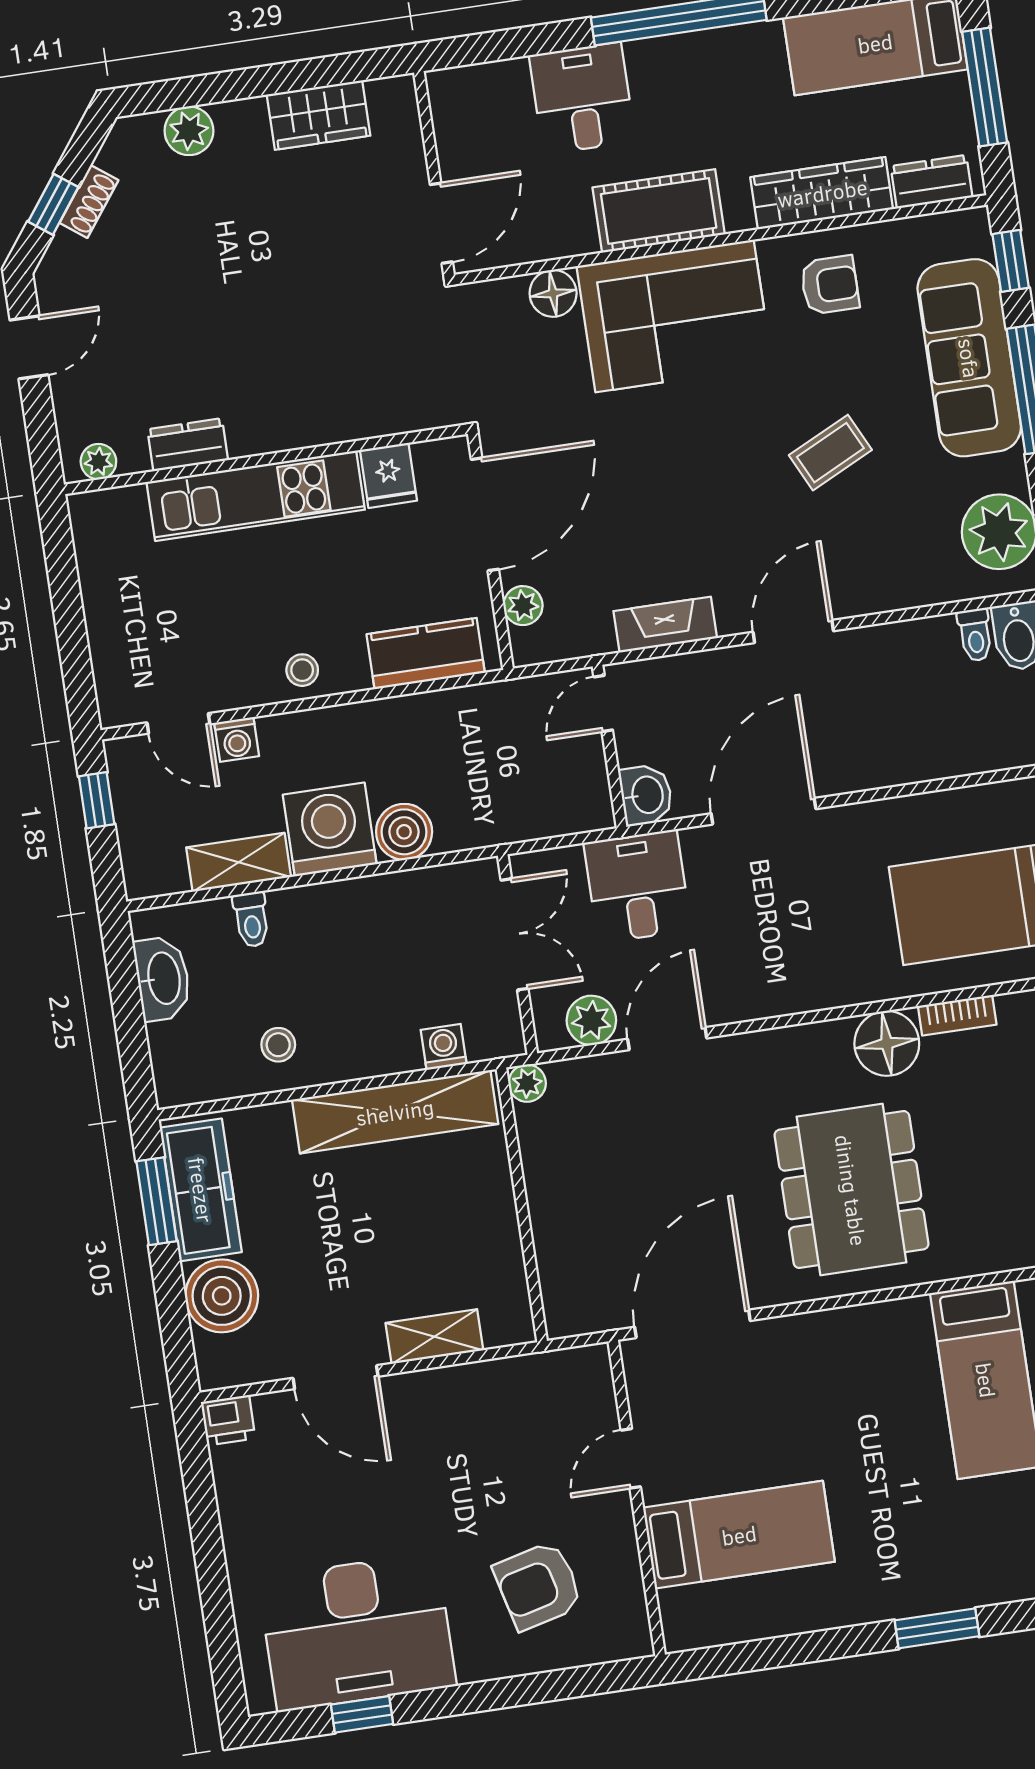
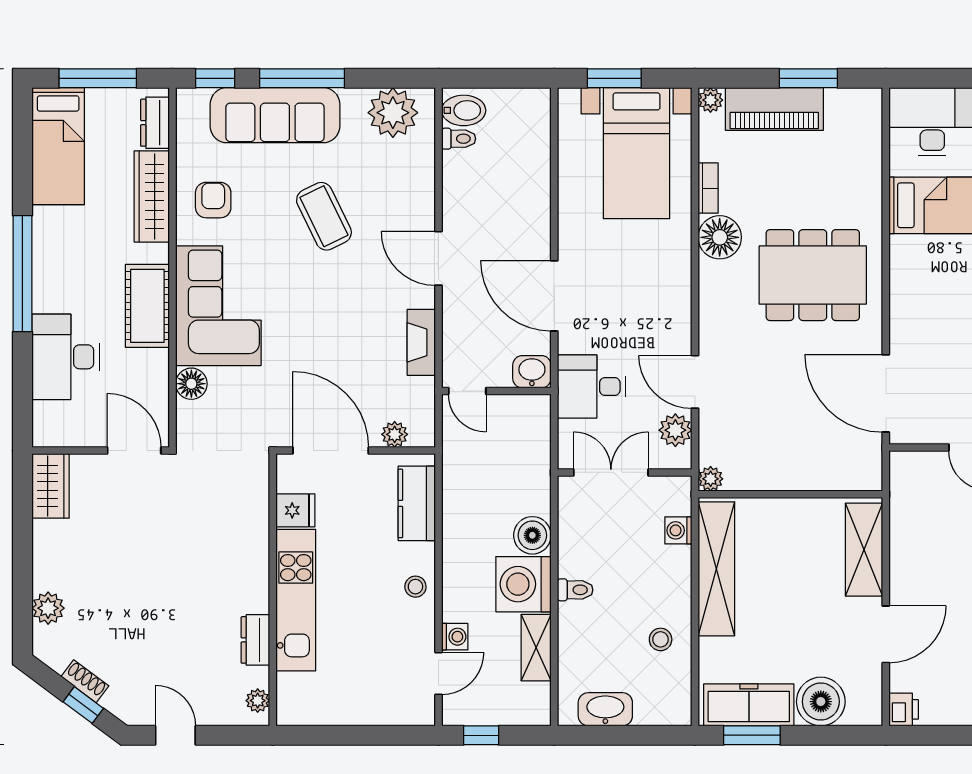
desk: (582, 98) -> (65, 357), width x1.37
wardrobe: (319, 115) -> (51, 486), moved
coffee table: (830, 453) -> (324, 216), width x1.36, depth x1.30
toilet: (251, 919) -> (575, 590), moved
shelving: (434, 1337) -> (864, 550), width x1.50, depth x1.33

